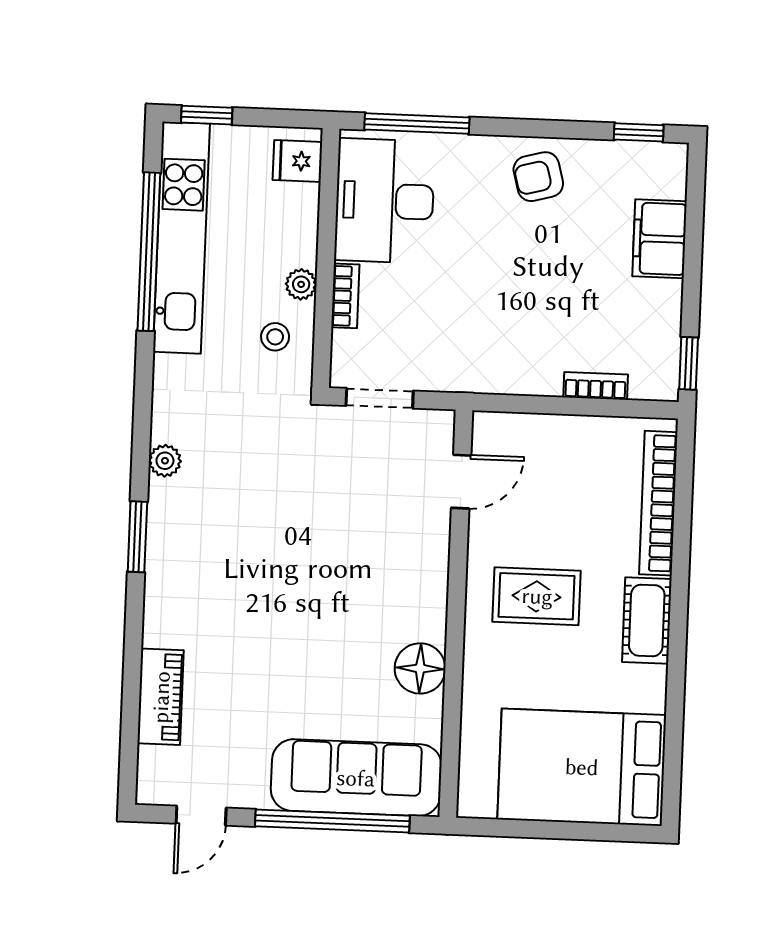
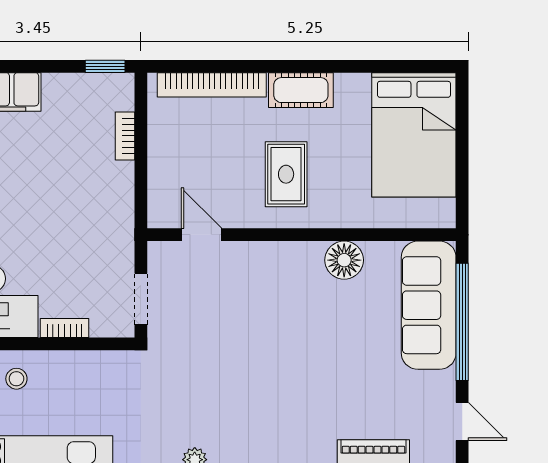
plant: (301, 284) -> (57, 362), removed
stool: (275, 337) -> (16, 379), moved

